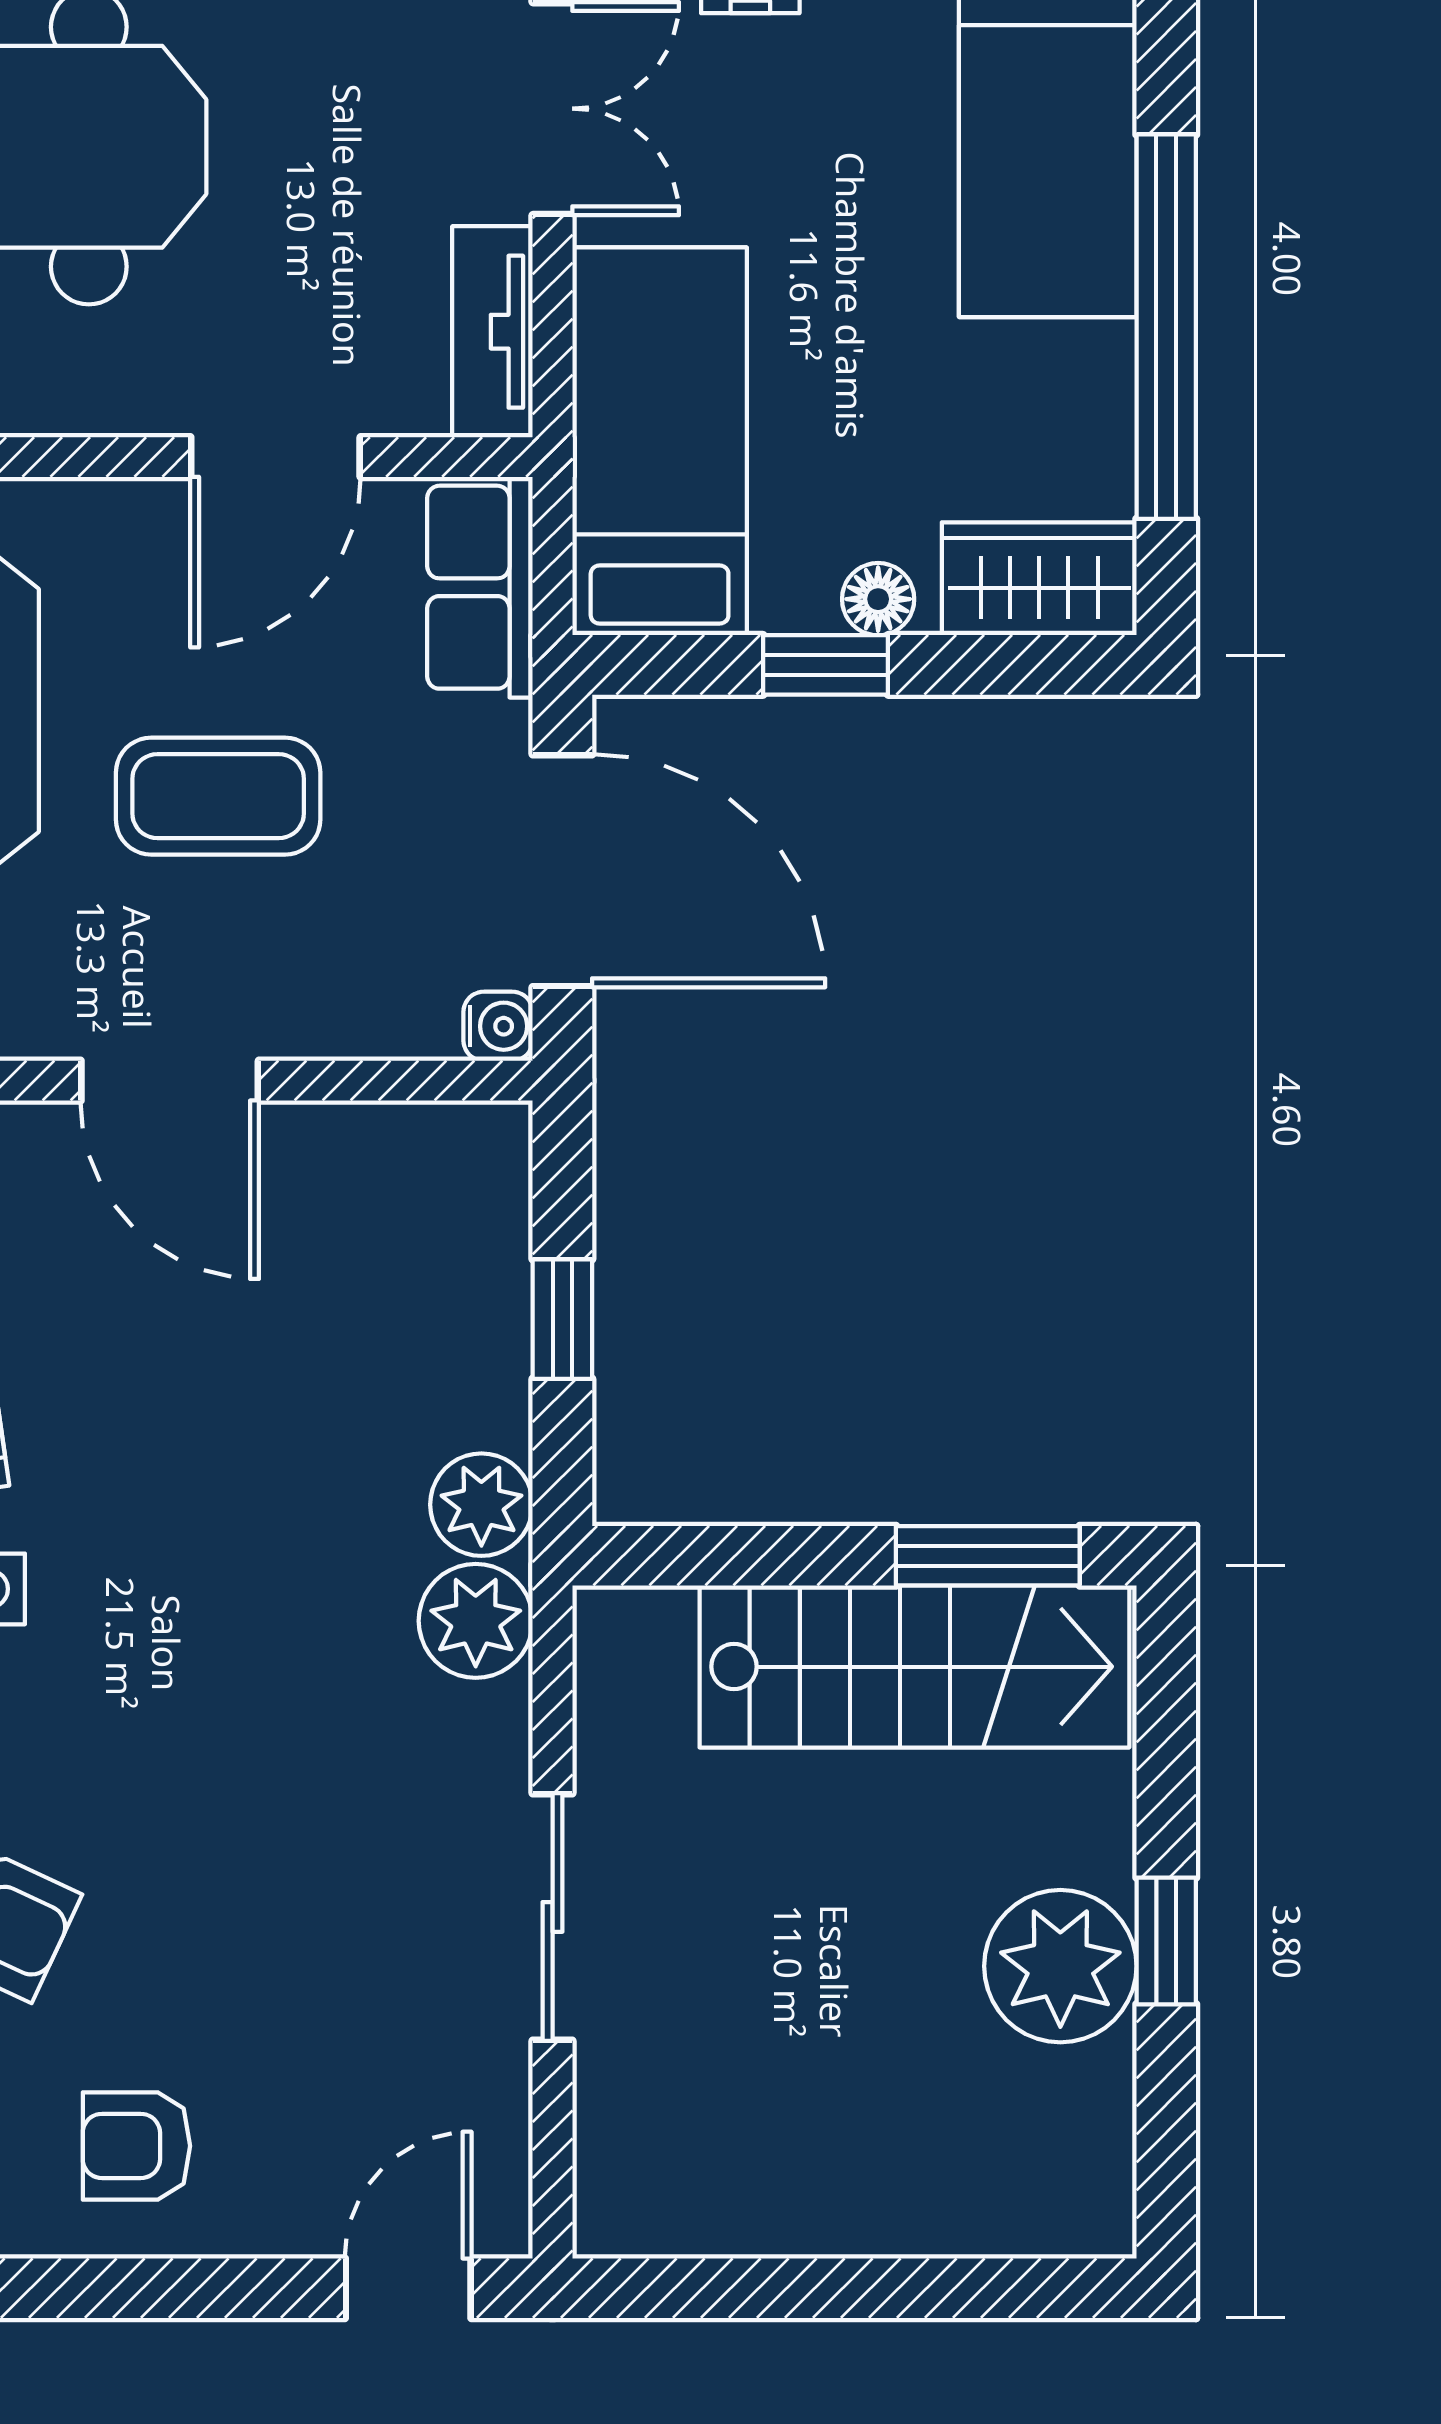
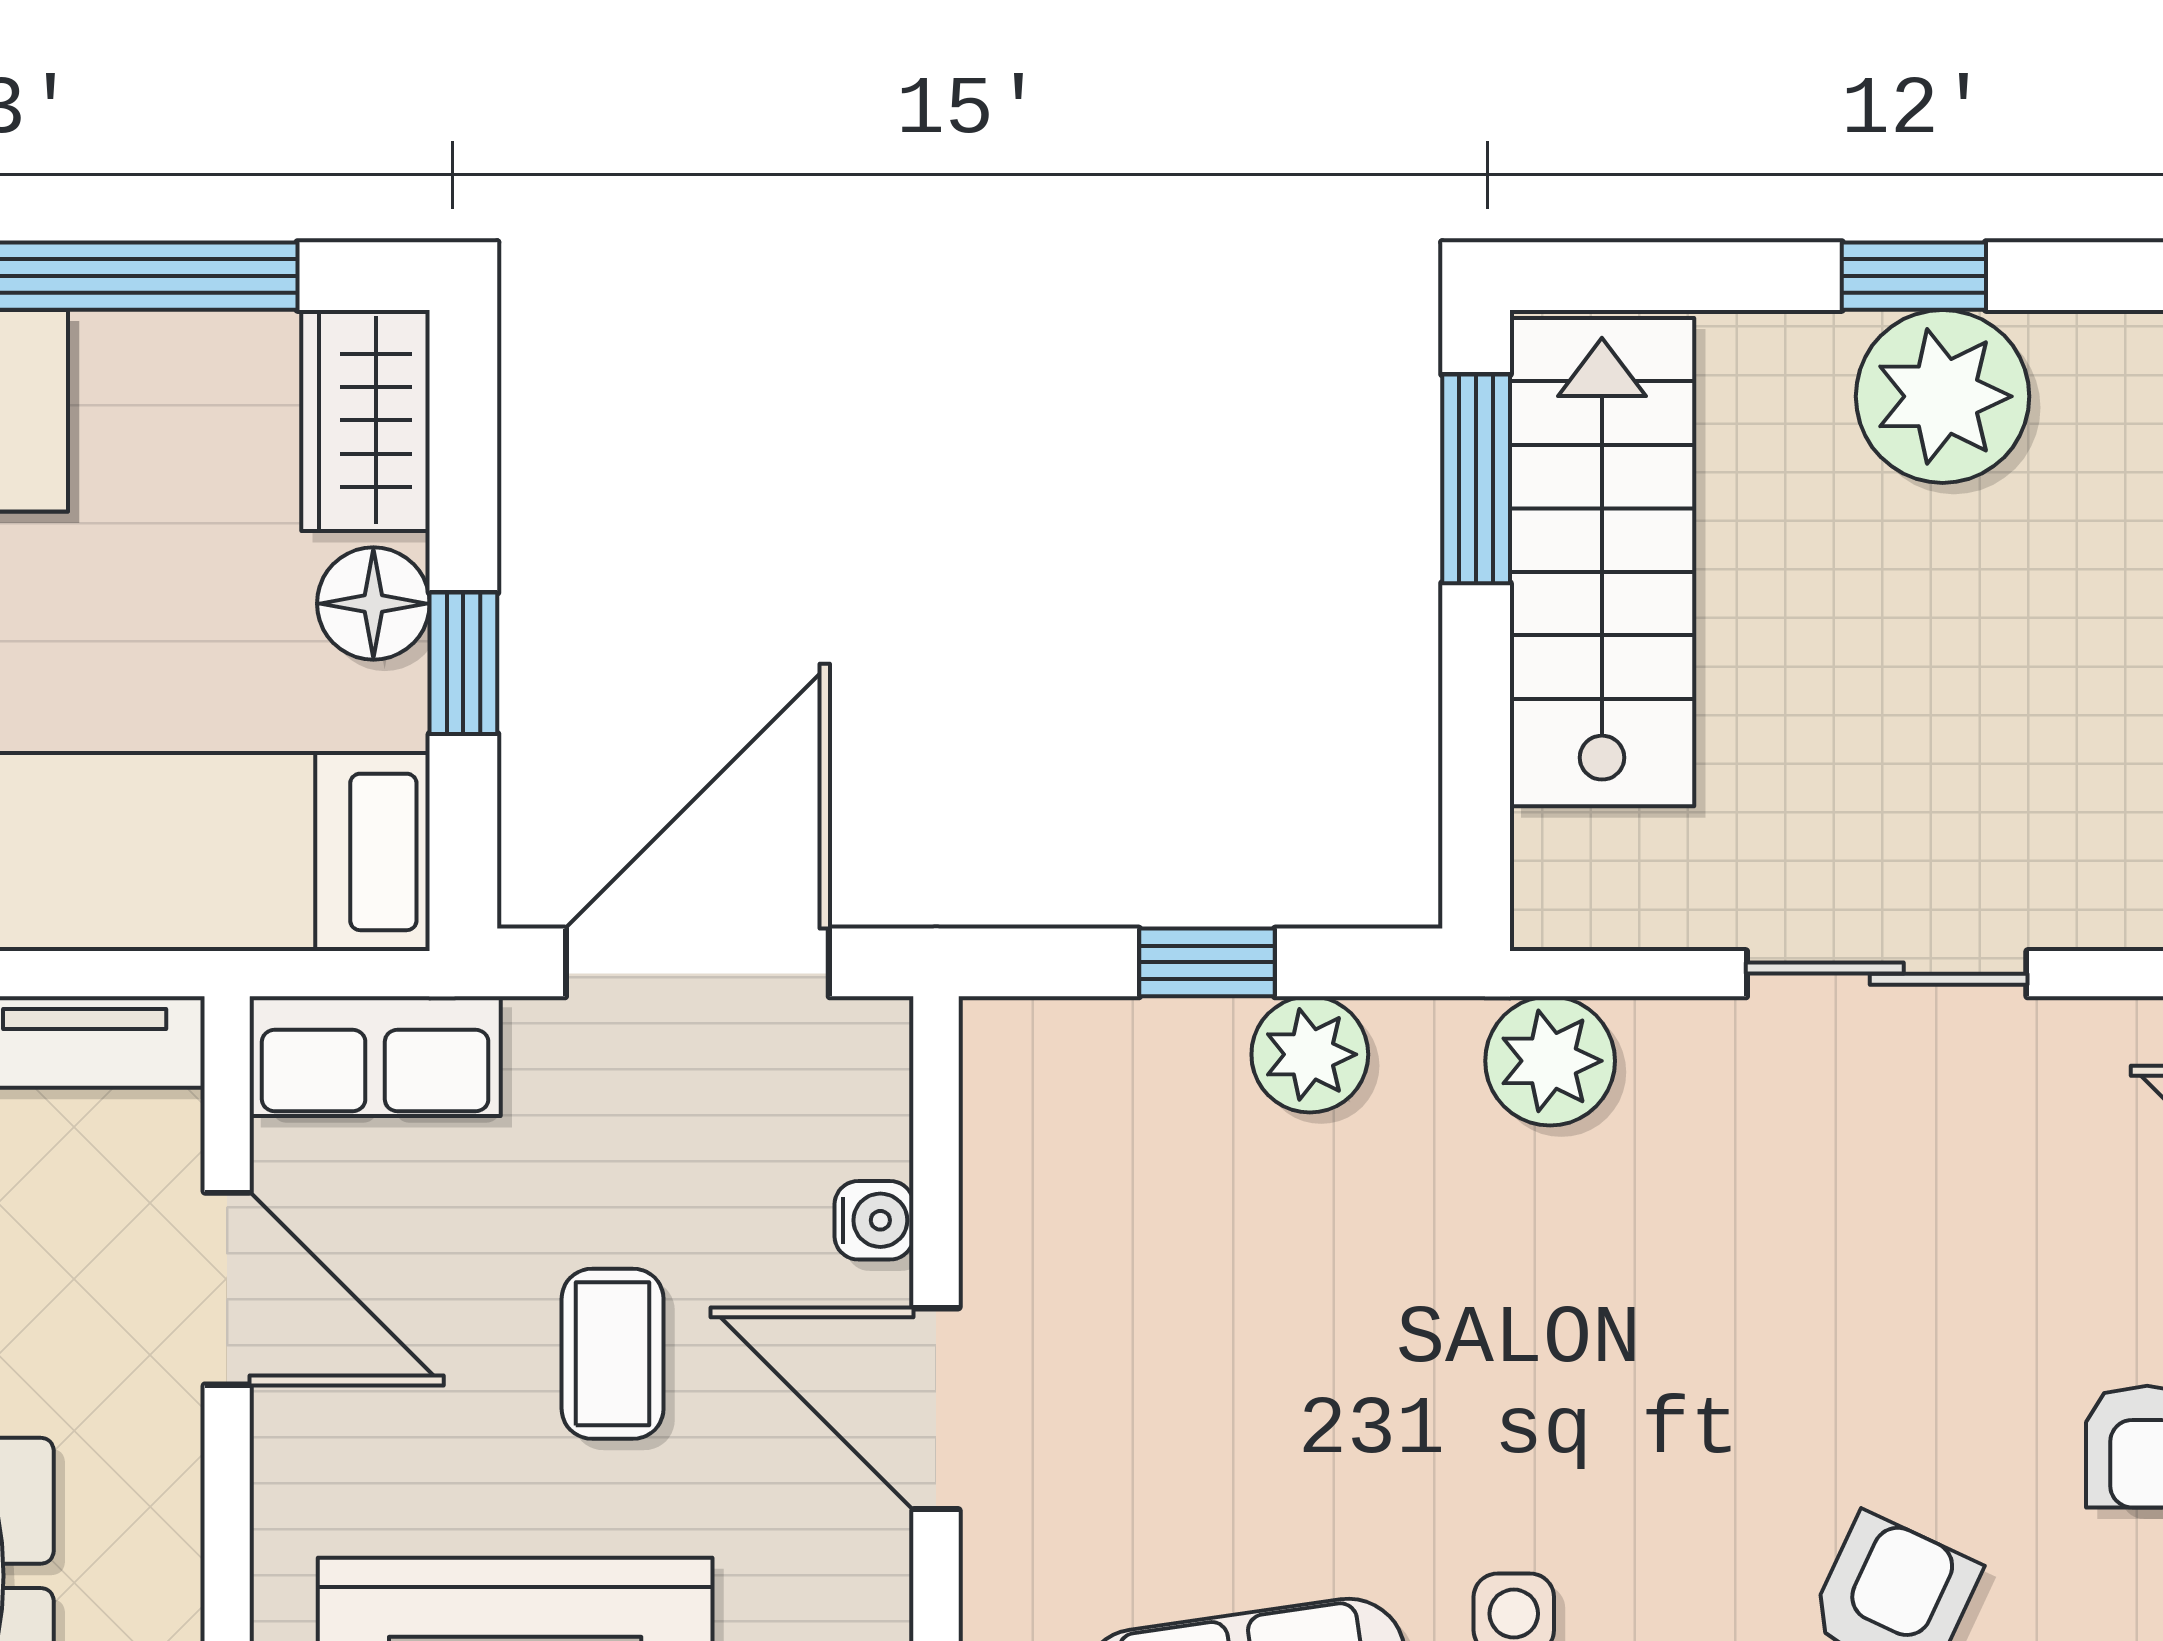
floor lamp: (878, 599) -> (373, 604), width x1.37, depth x1.37
coffee table: (218, 796) -> (613, 1354), width x0.73, depth x0.77
water cooler: (498, 1026) -> (874, 1220), moved, turned 90
door: (170, 1081) -> (936, 1409), swing flipped
plant: (481, 1505) -> (1310, 1054), moved

